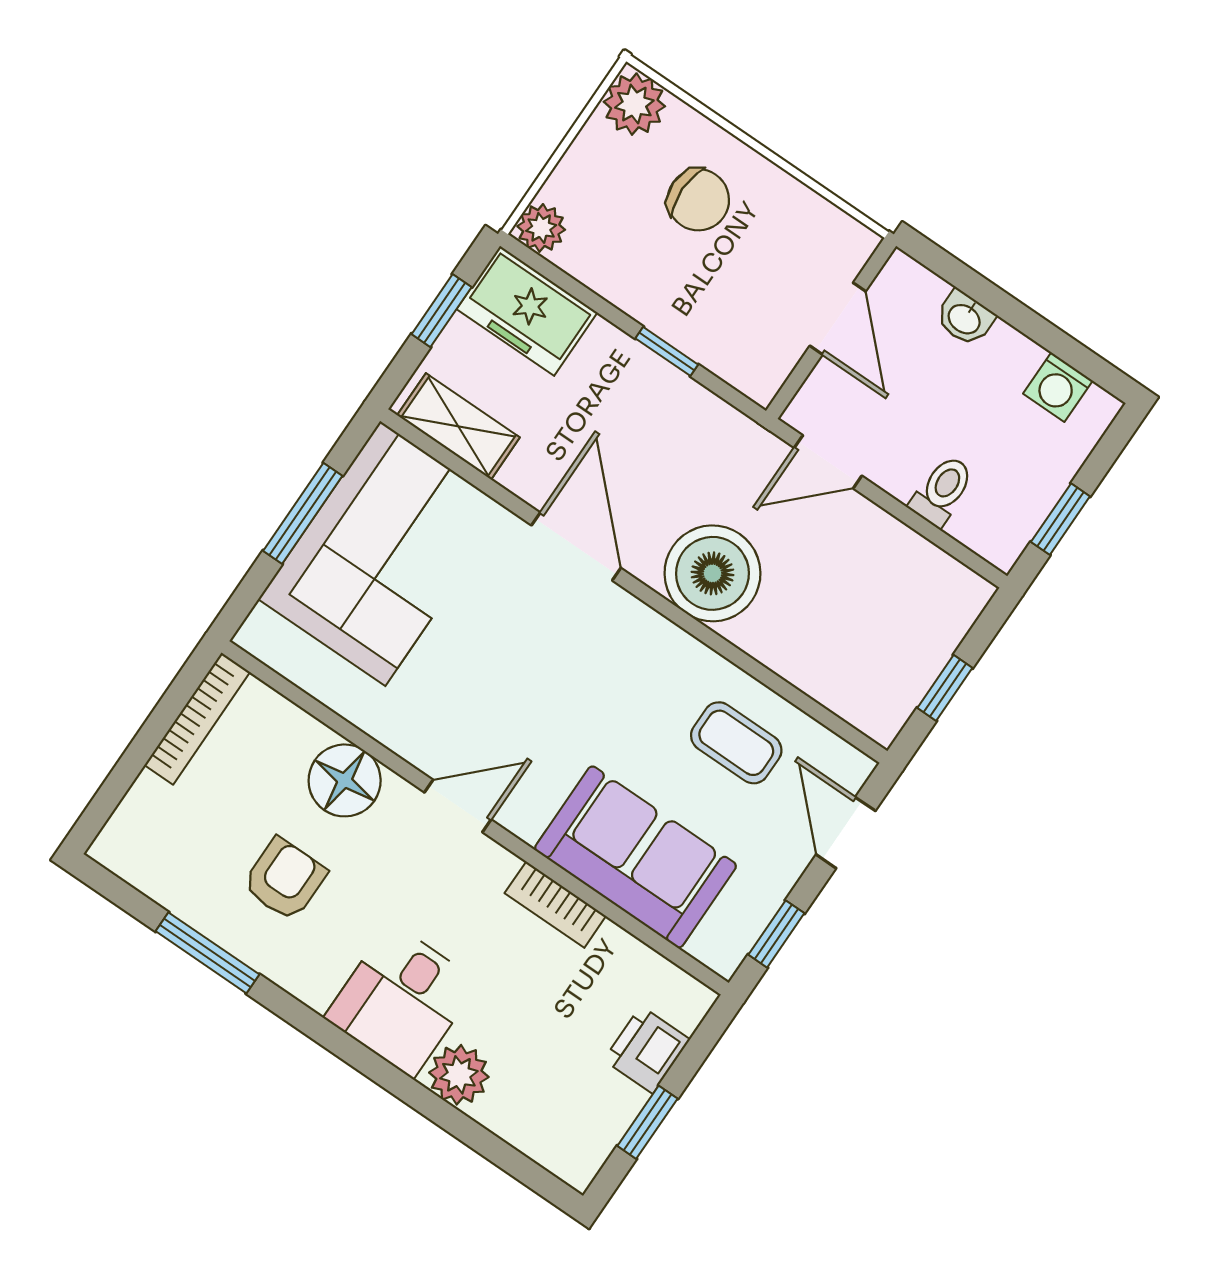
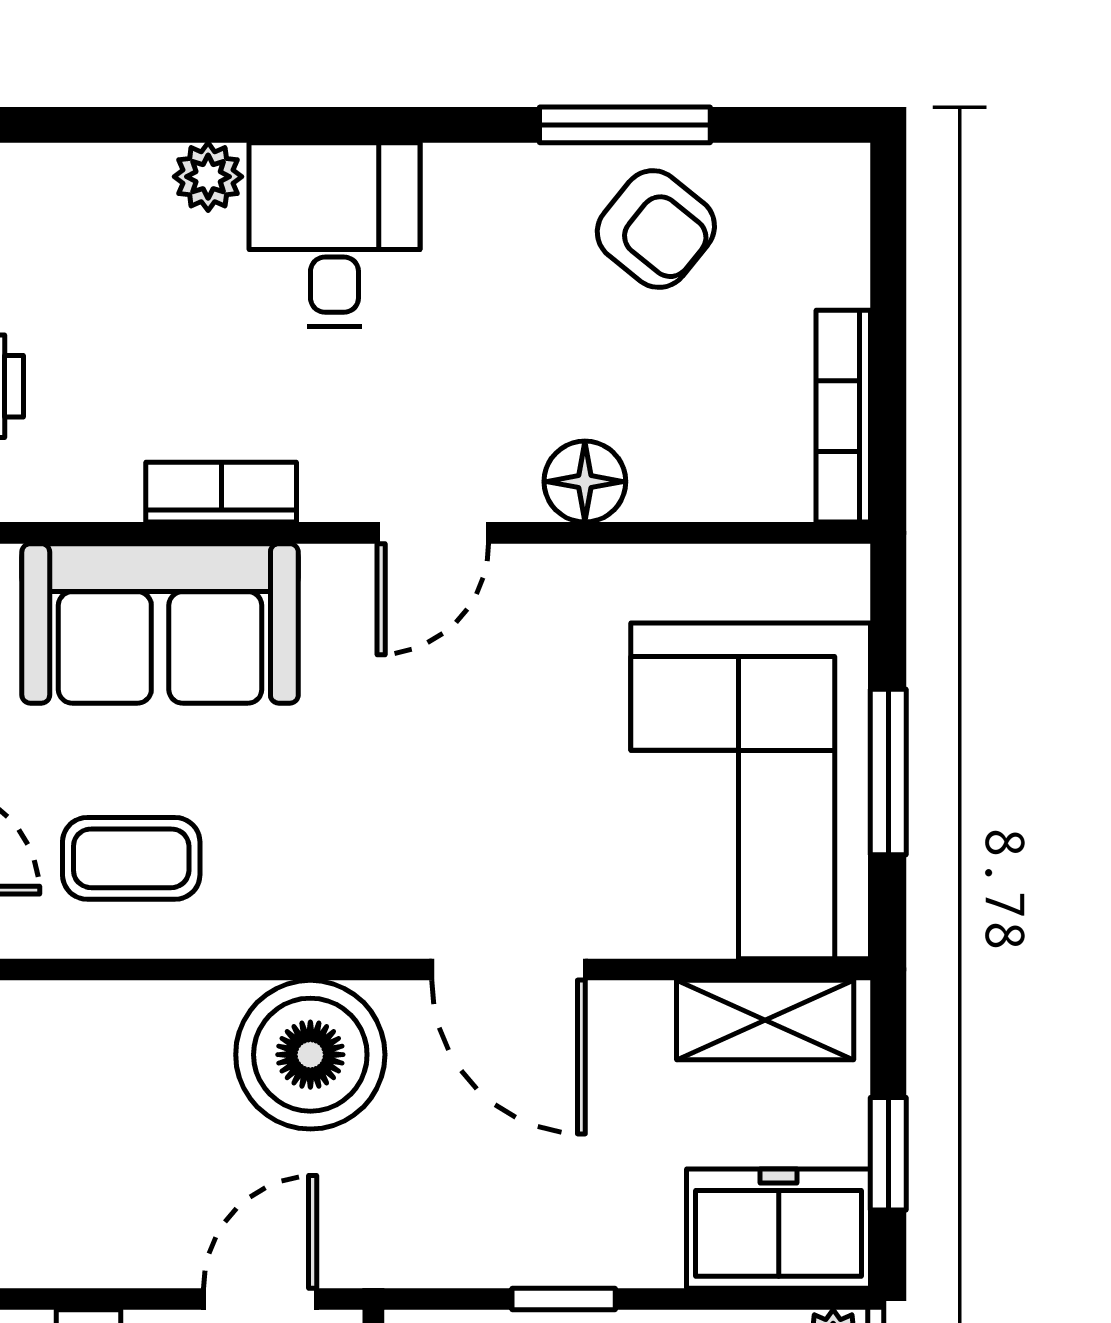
floor lamp: (345, 780) -> (585, 482), width x0.73, depth x0.73
armchair: (285, 879) -> (656, 229), moved, turned -51
plant: (459, 1075) -> (208, 177), width x0.73, depth x0.73

